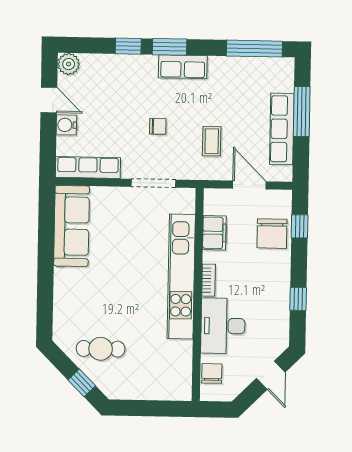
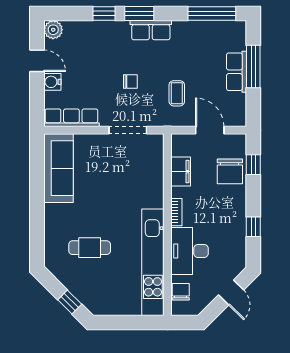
row of seats: (282, 129) -> (237, 72), width x0.68
kitchen unit: (181, 277) -> (153, 262), moved
cafe table: (101, 349) -> (90, 248), moved

